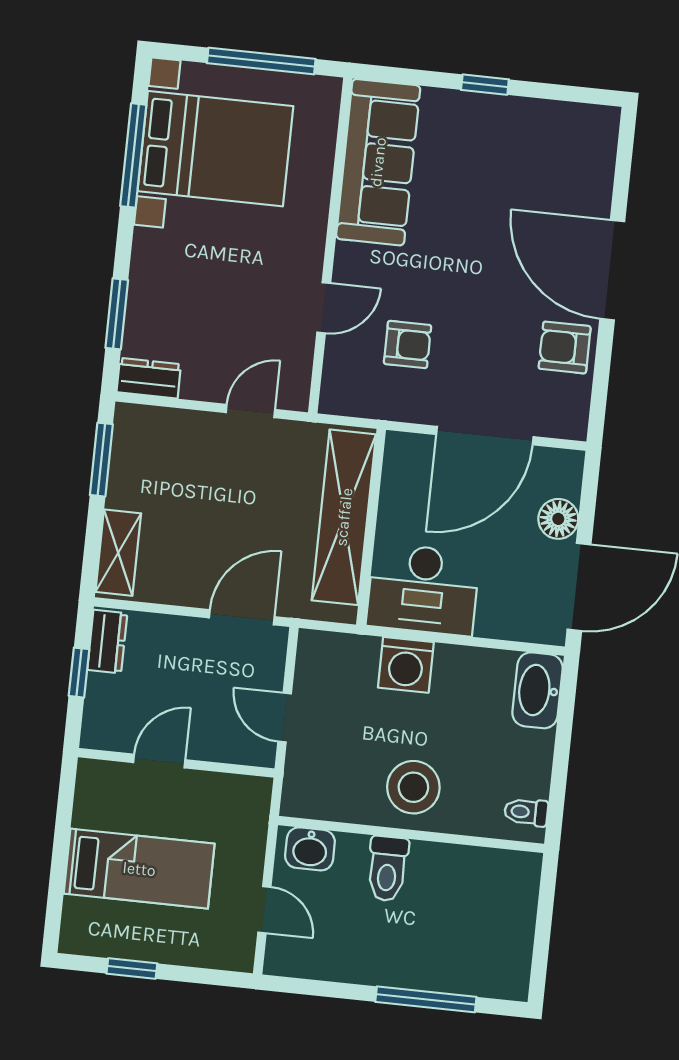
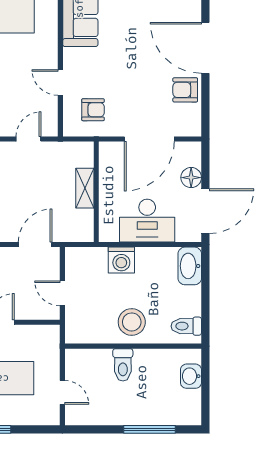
door: (324, 308) -> (60, 83), swing flipped
armchair: (408, 344) -> (93, 110), moved
shelving: (344, 517) -> (85, 188), width x0.45, depth x0.75
desk: (423, 589) -> (147, 221), moved
toilet: (526, 812) -> (186, 326), width x1.37, depth x1.39
washbasin: (310, 849) -> (191, 376), moved, turned 90

